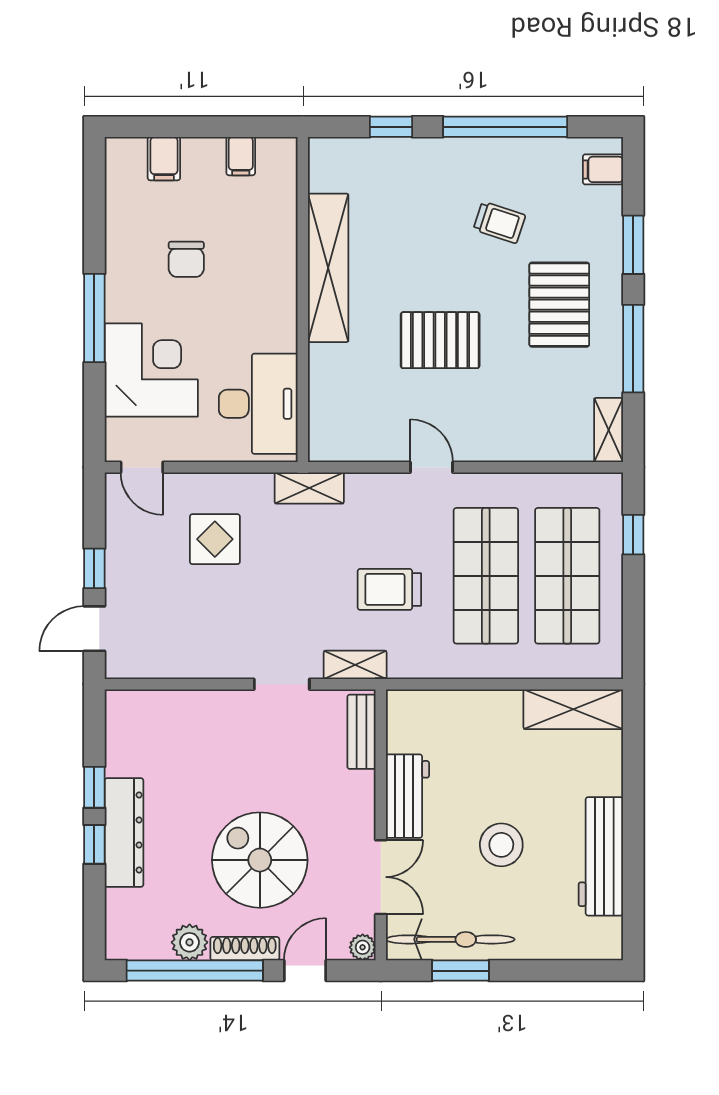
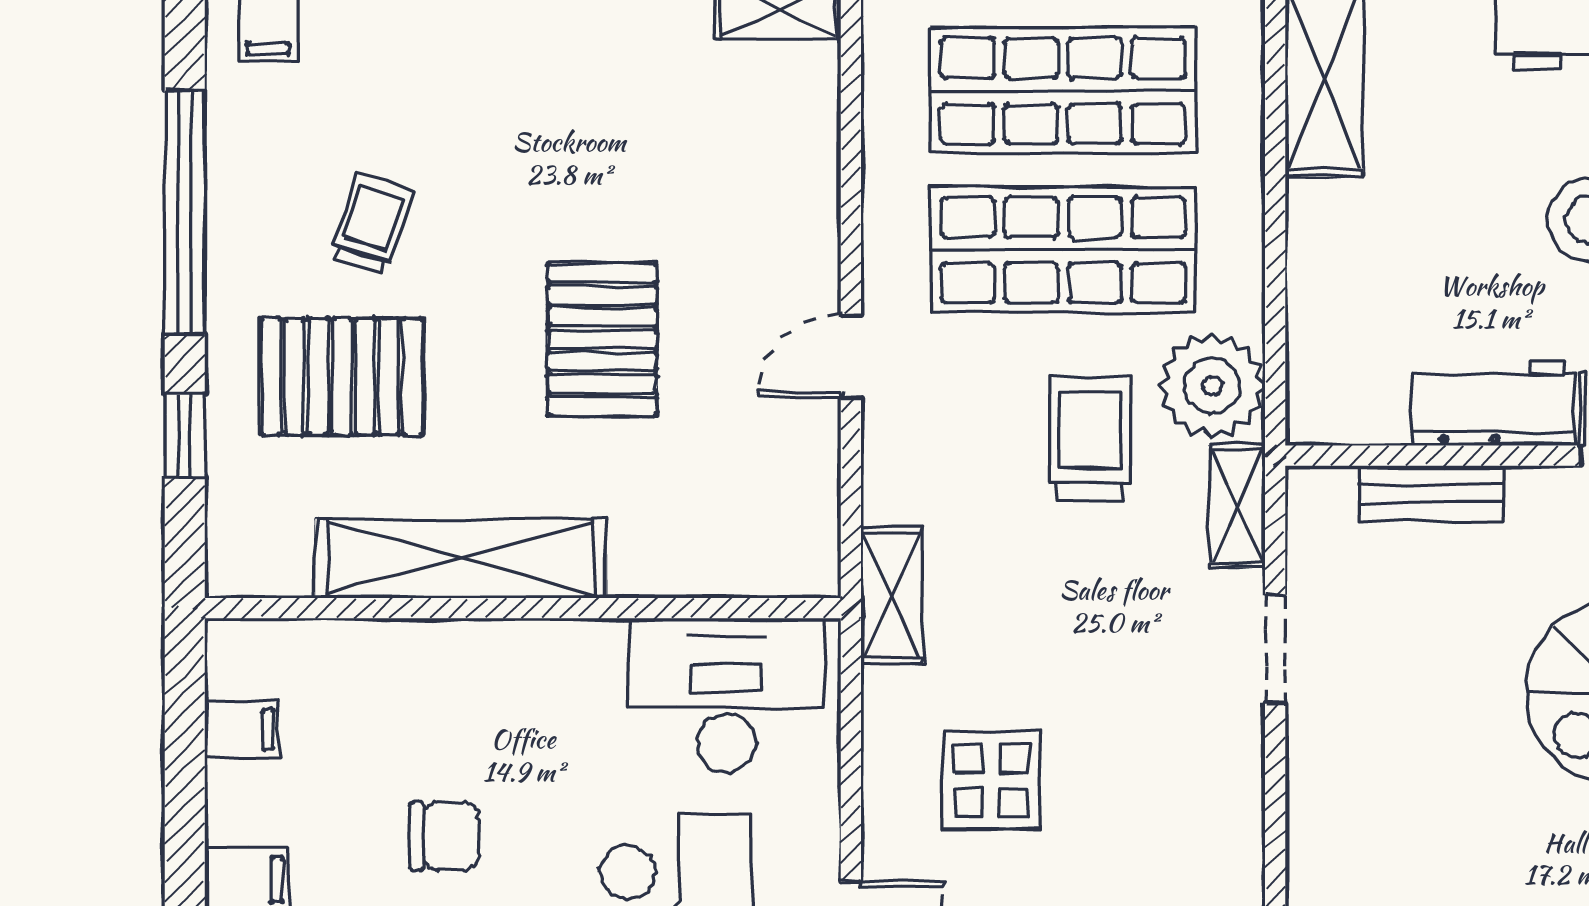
pallet: (559, 305) -> (342, 377), moved
trolley: (389, 589) -> (1090, 439), turned 180
plant: (417, 652) -> (1212, 386), added
bench: (361, 732) -> (1432, 493), moved

